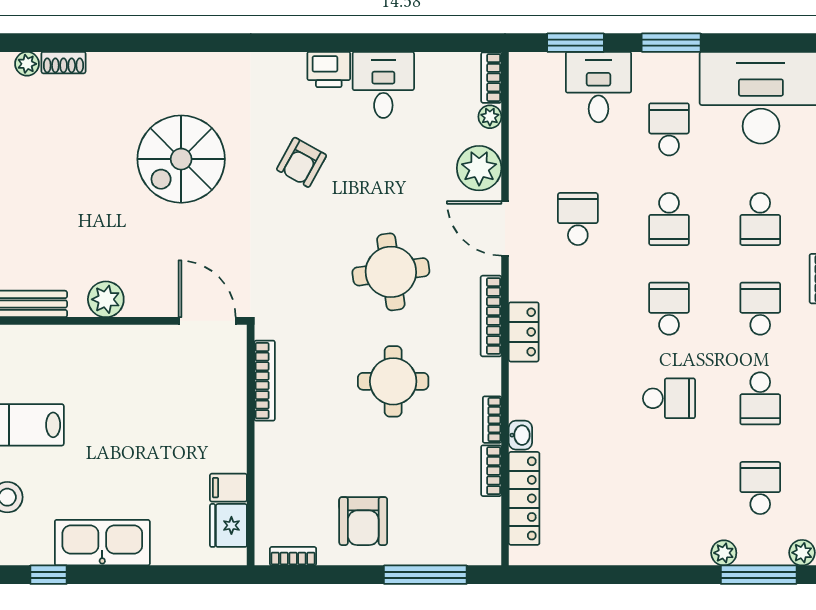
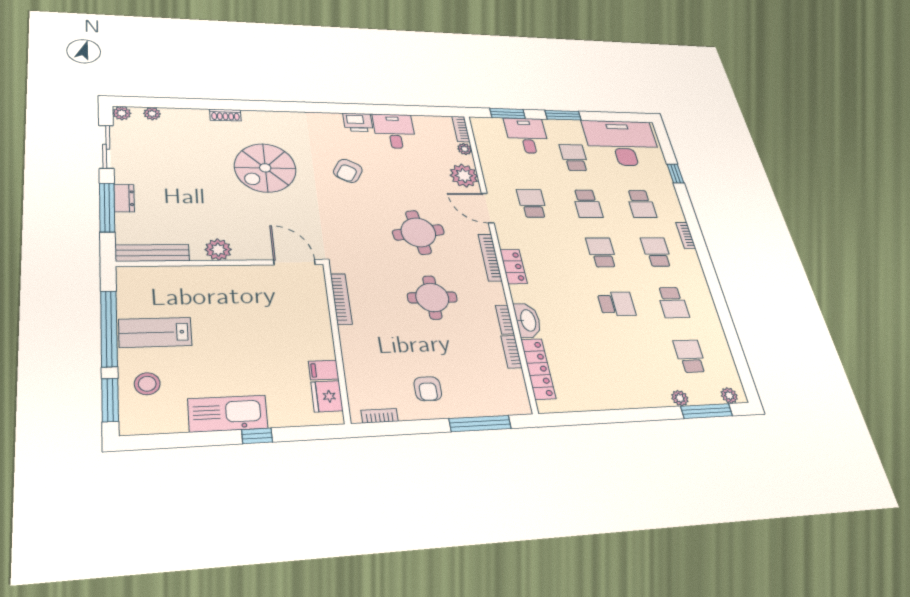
shoe rack: (64, 63) -> (225, 115), moved
washbasin: (520, 435) -> (528, 320), width x1.91, depth x1.45
armchair: (363, 521) -> (428, 389), width x0.72, depth x0.72
window: (48, 575) -> (257, 436), moved

